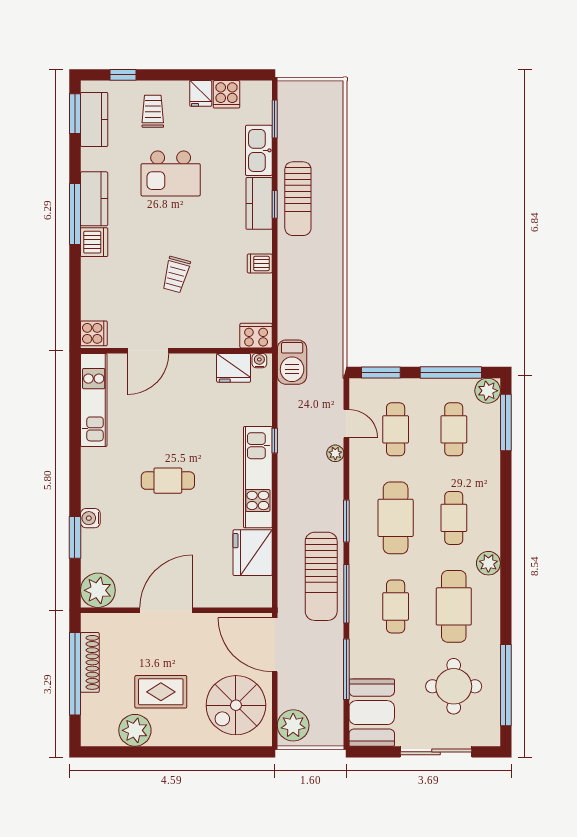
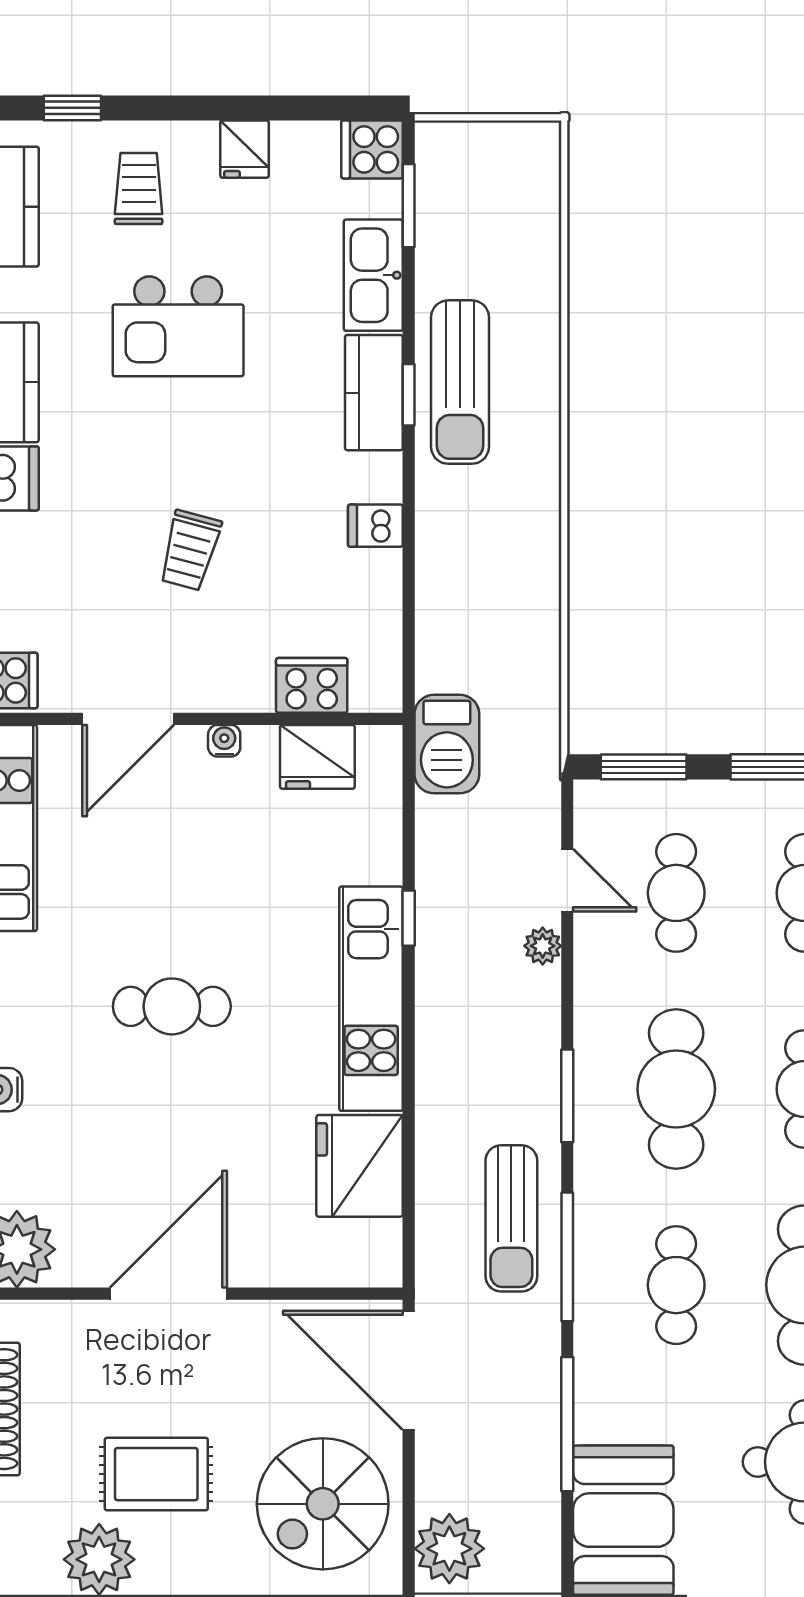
cooker: (226, 94) -> (372, 149), moved, turned 90
cooker: (256, 336) -> (312, 685), moved
water cooler: (259, 361) -> (224, 741), moved
sun lounger: (321, 576) -> (511, 1218), width x0.73, depth x0.75

